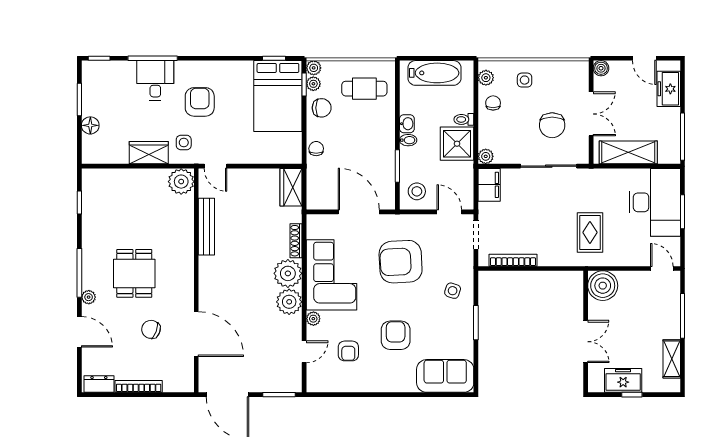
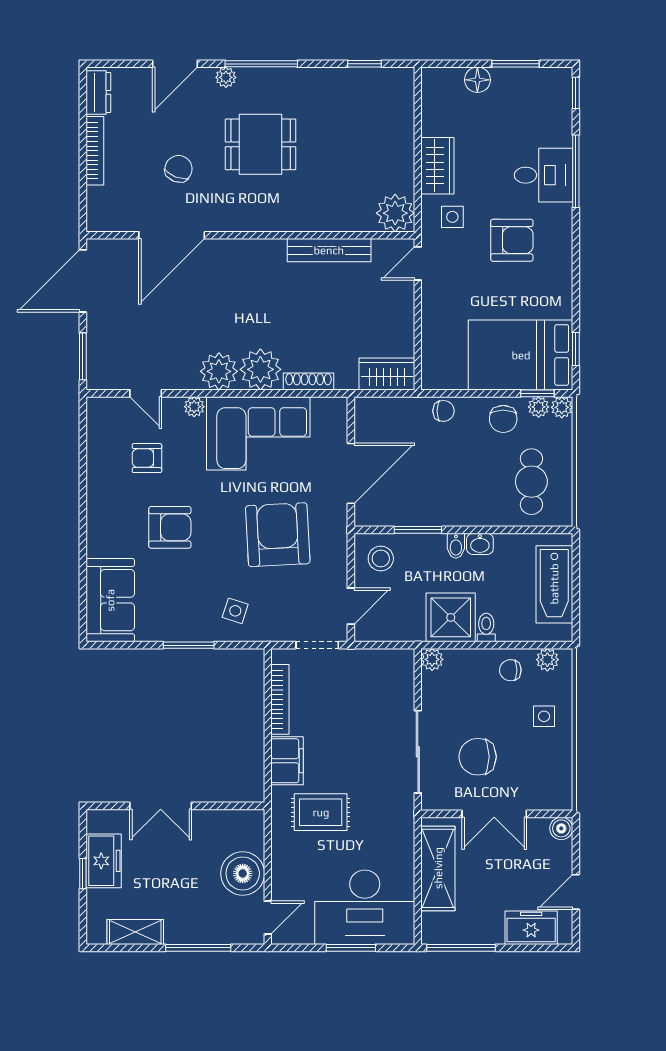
chair: (493, 103) -> (510, 670), turned 180
filing cabinet: (489, 185) -> (287, 761), moved, turned -90
boiler: (603, 286) -> (243, 873), moved

